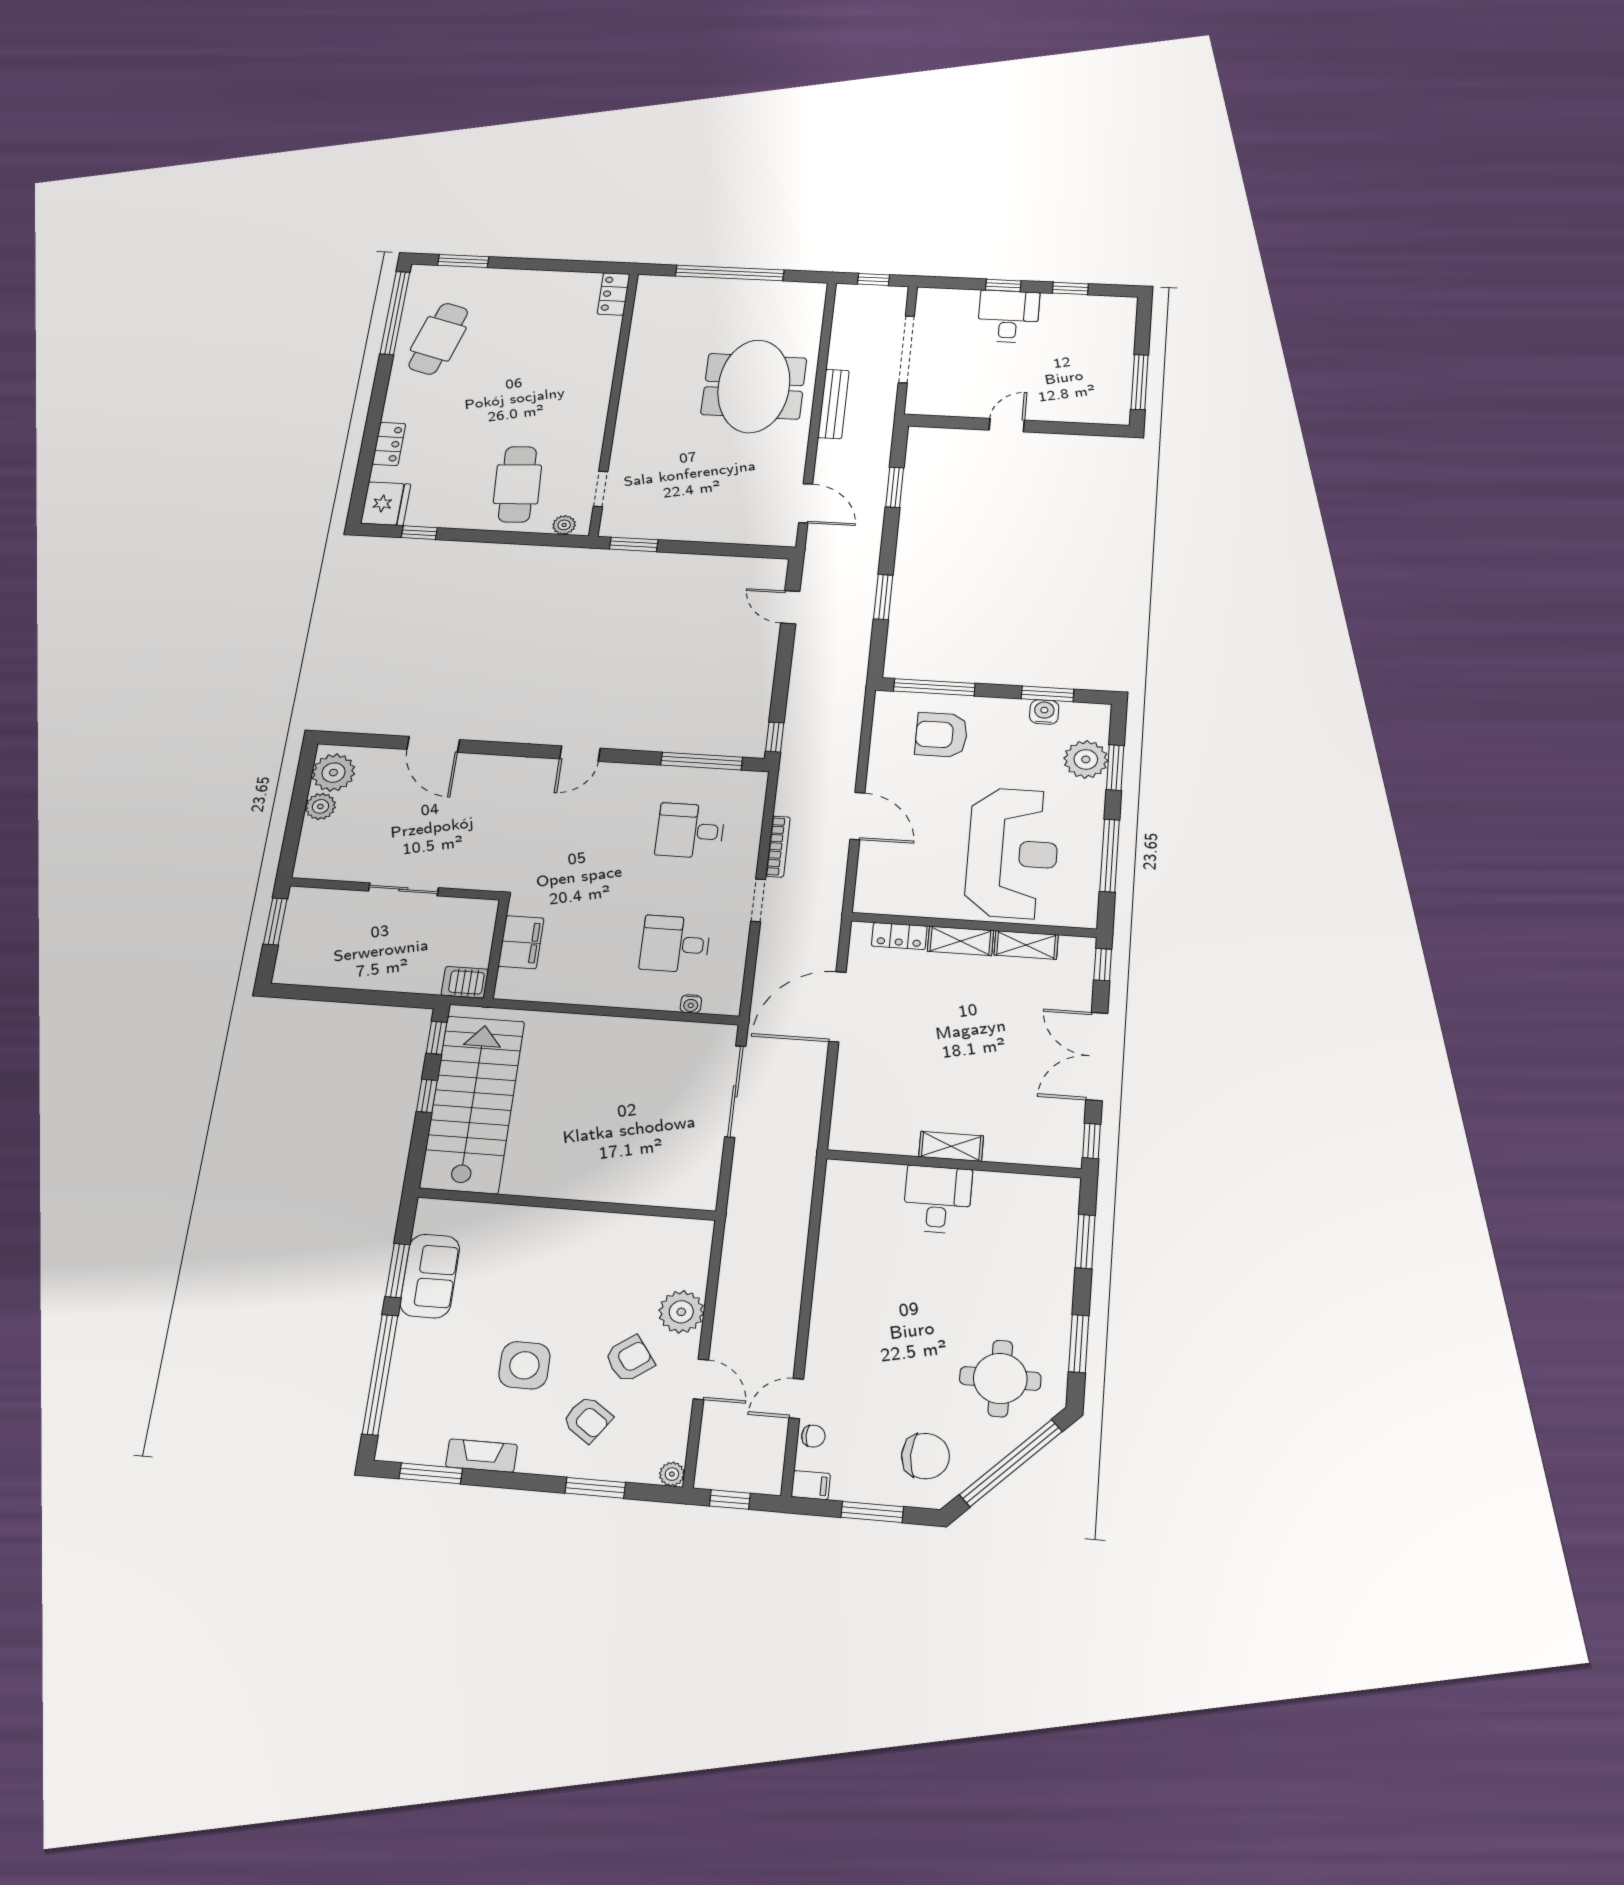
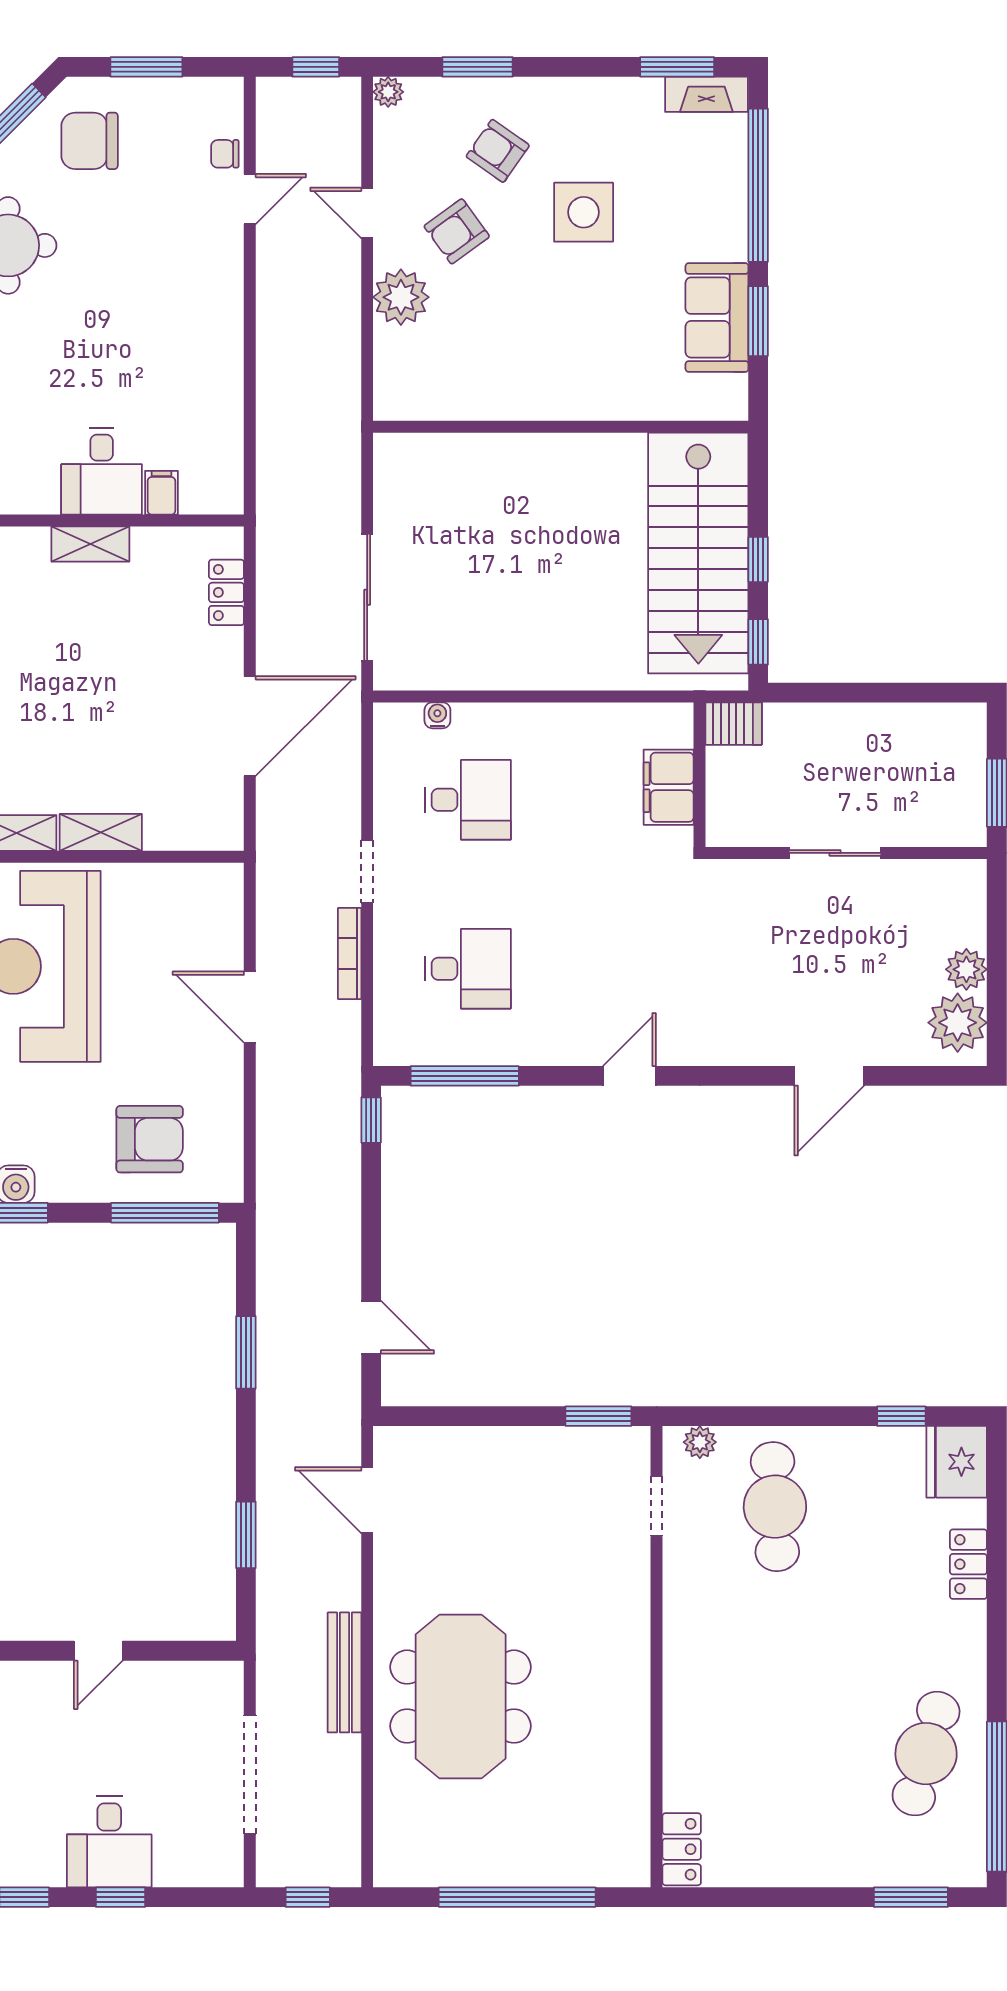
door: (433, 744) -> (829, 1076), swing flipped
locker: (899, 936) -> (226, 592), moved, turned -90
fireplace: (481, 1456) -> (706, 94), moved
filing cabinet: (811, 1485) -> (161, 493), moved, turned 90

